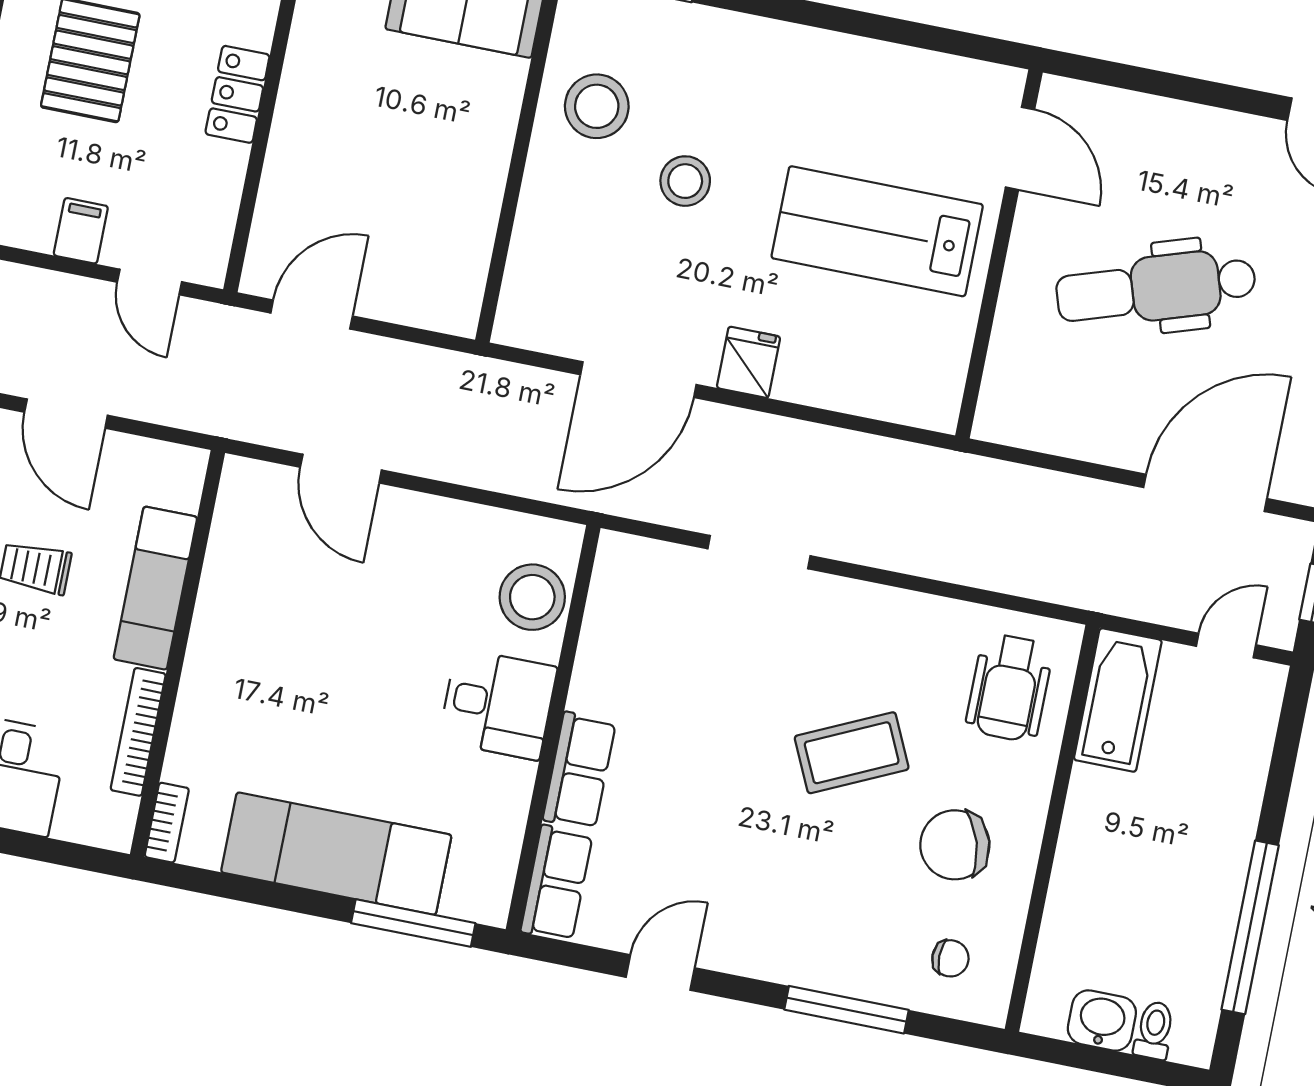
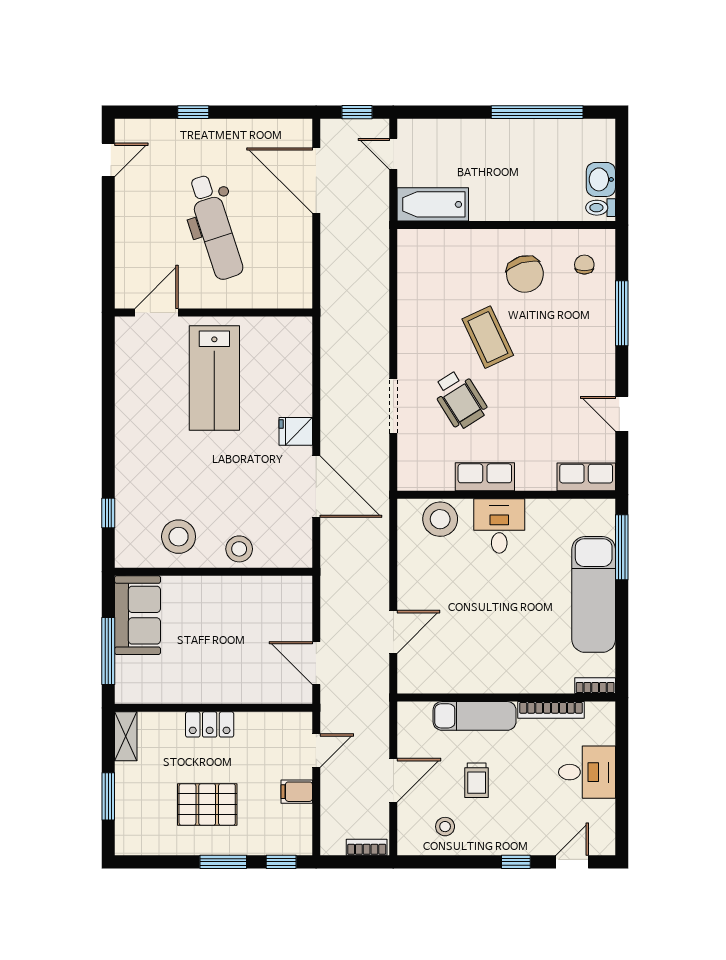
stool: (685, 181) -> (239, 549), moved
wheelchair: (1009, 688) -> (460, 399), moved, turned 58
row of seats: (579, 771) -> (485, 477), moved
toilet: (1154, 1030) -> (601, 208), moved

